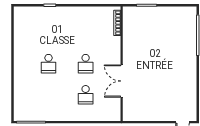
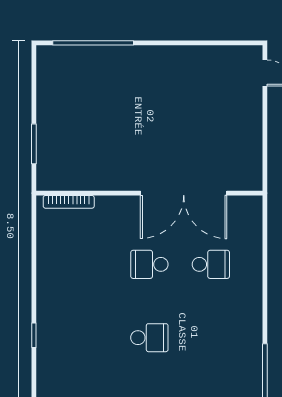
school desk: (86, 64) -> (149, 264), turned 180
double door: (122, 81) -> (184, 193), width x1.36

